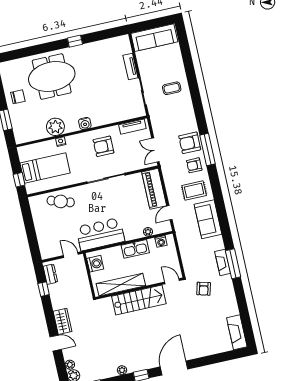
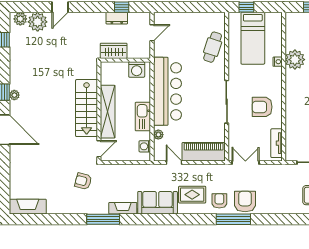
water cooler: (85, 123) -> (291, 92), removed
armchair: (103, 146) -> (262, 107), turned -90
rug: (194, 190) -> (192, 195), turned 90
bar counter: (100, 234) -> (167, 91), width x1.36
door: (71, 255) -> (152, 33), moved
fireplace: (223, 262) -> (123, 208), moved
dresser: (50, 274) -> (117, 18), moved
shelving: (121, 285) -> (108, 112), moved
wardrobe: (63, 321) -> (114, 51), moved, turned 180
plant: (70, 365) -> (38, 22), width x1.87, depth x1.87
plant: (122, 370) -> (14, 95), moved

